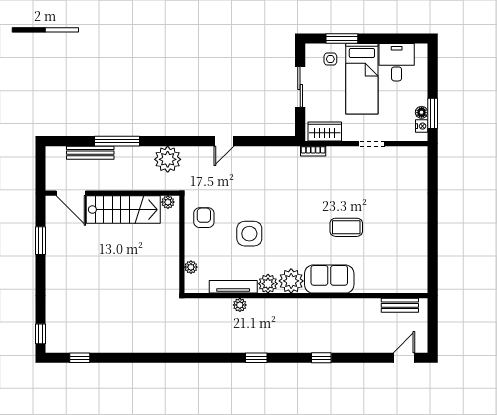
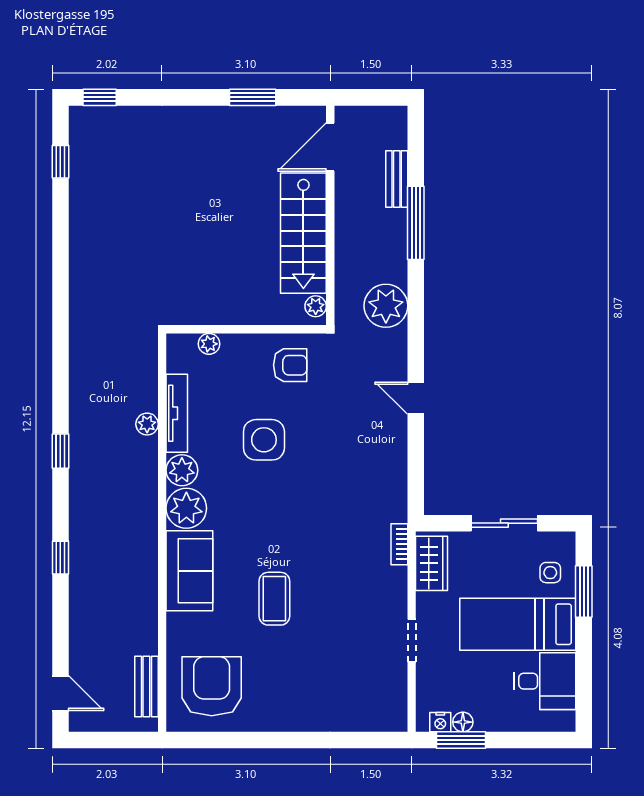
bench: (90, 153) -> (397, 179), width x0.73
armchair: (400, 266) -> (212, 686), added

